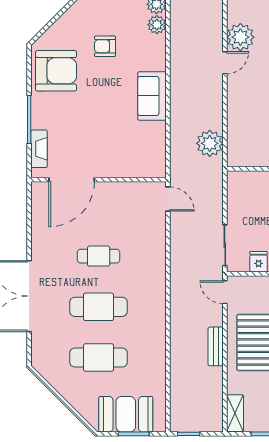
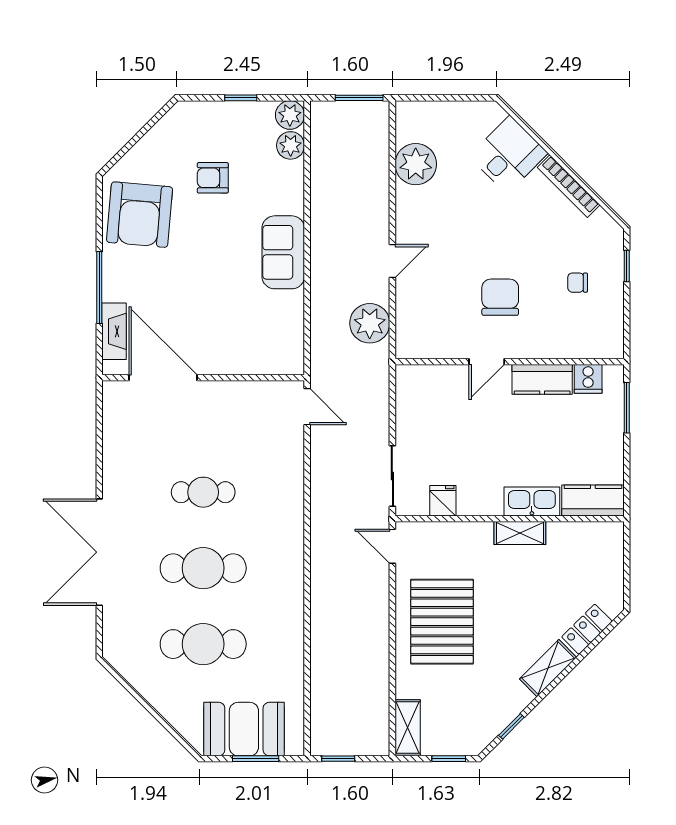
door: (225, 63) -> (392, 261), moved
armchair: (56, 71) -> (140, 215), turned 95
door: (72, 180) -> (163, 378), swing flipped
bench: (216, 346) -> (379, 628), removed

